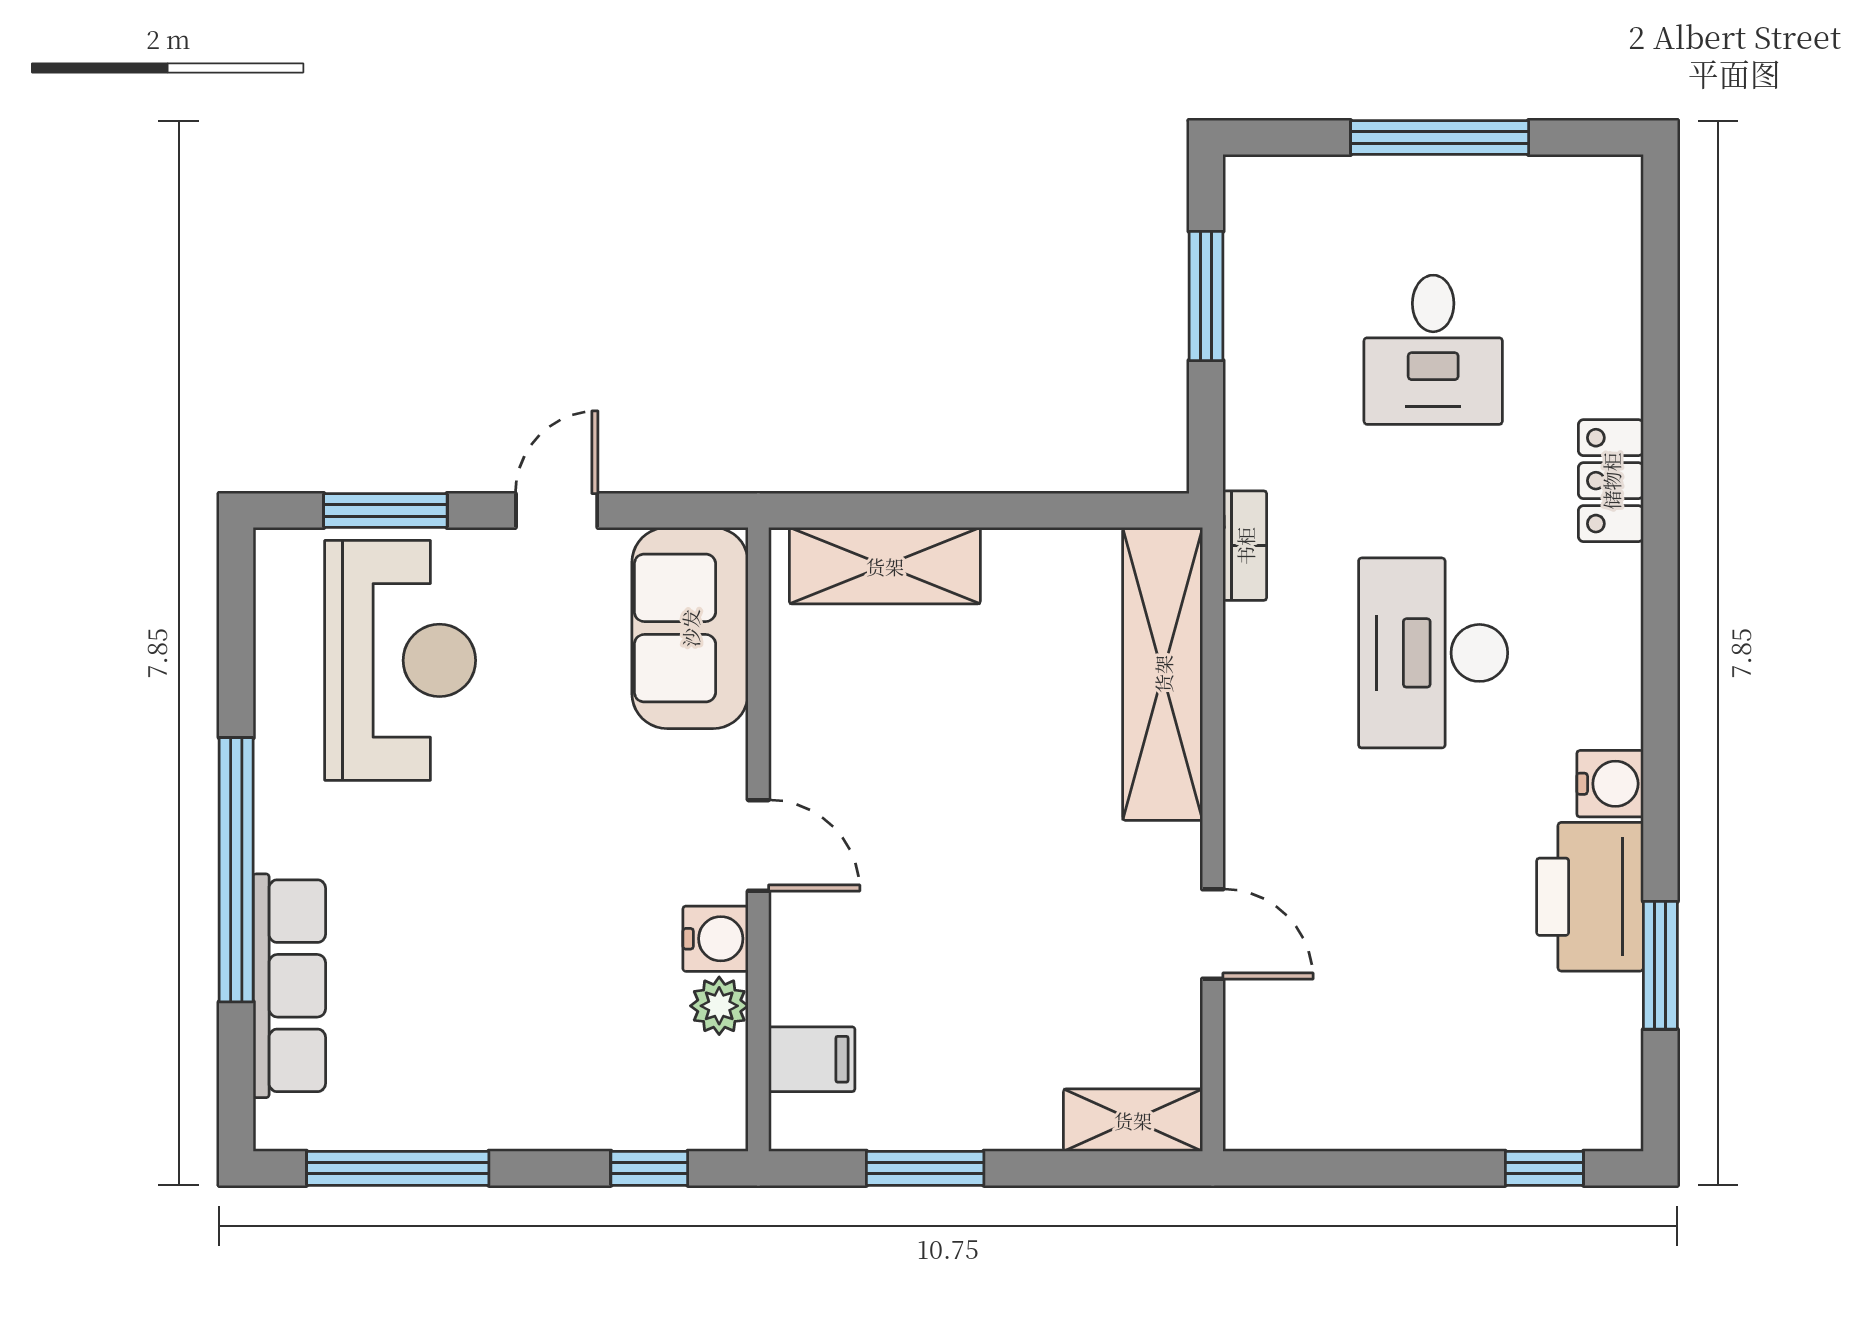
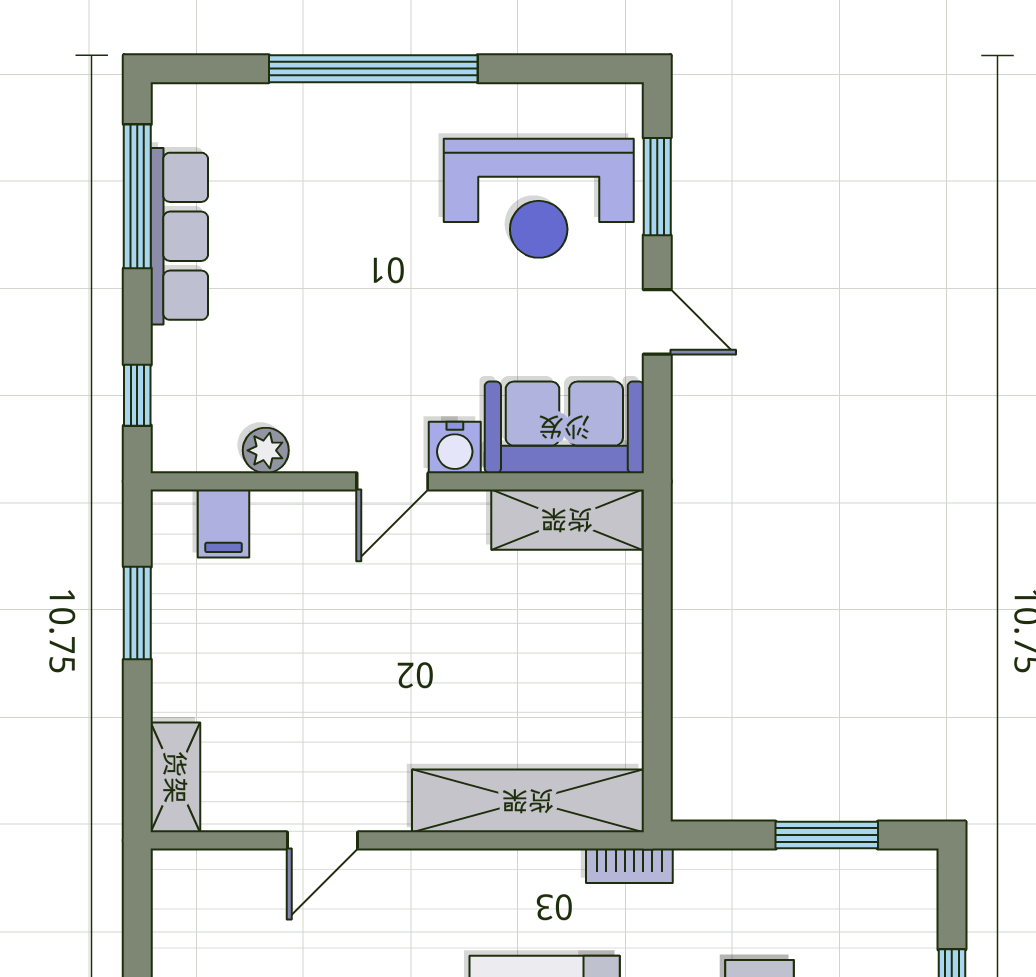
shelving: (885, 566) -> (567, 520), moved, turned 90
water cooler: (716, 939) -> (455, 447), moved
row of seats: (289, 986) -> (179, 236), moved, turned -90

